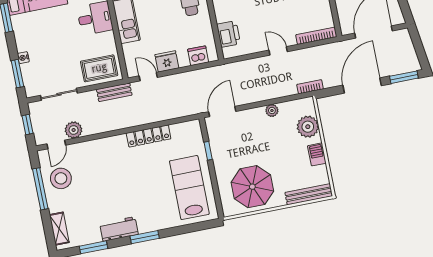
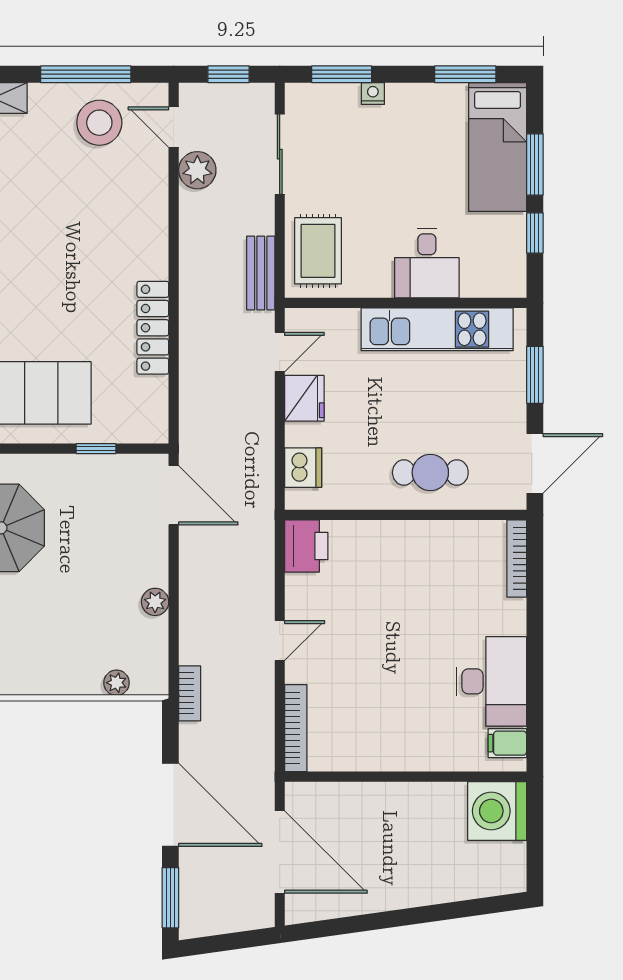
printer: (228, 34) -> (306, 546), moved, turned -90
plant: (308, 127) -> (117, 683), width x0.53, depth x0.53
barbecue: (317, 154) -> (42, 679), removed

